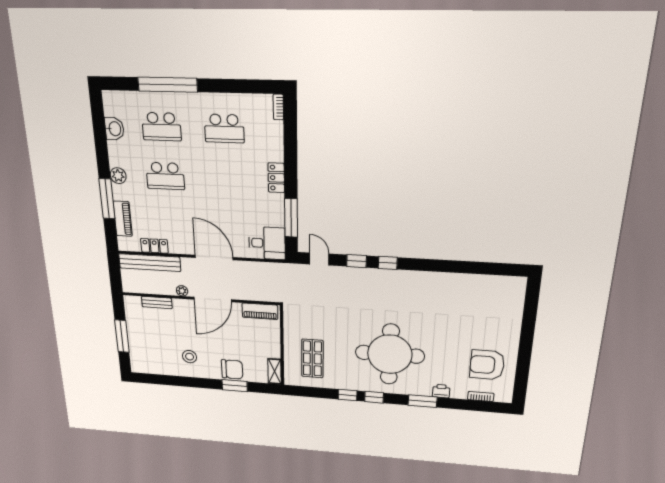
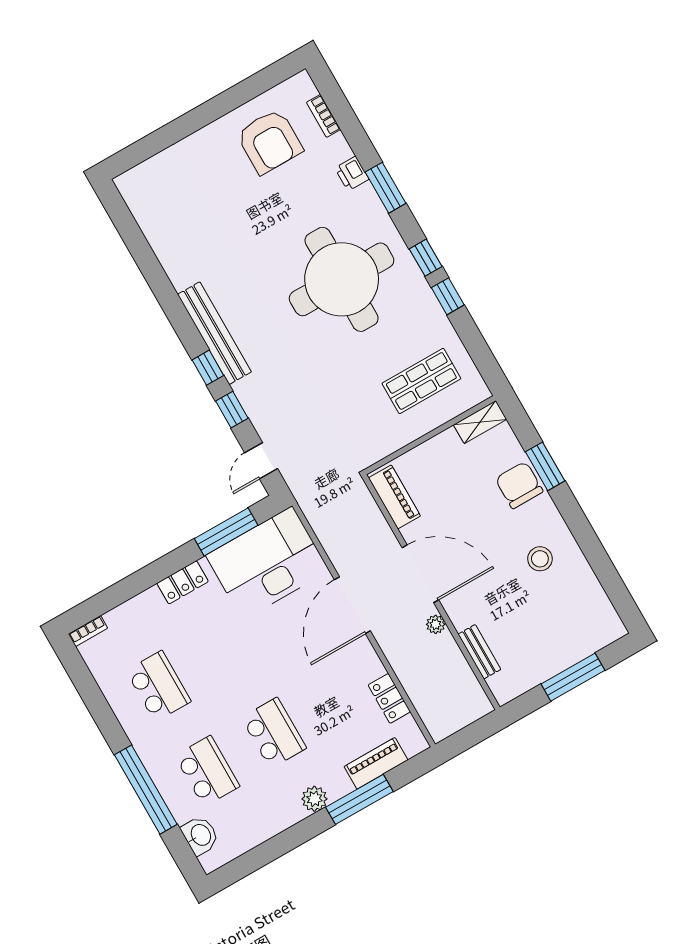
washbasin: (114, 129) -> (200, 835), moved, turned 90
desk: (267, 243) -> (267, 563), width x1.87, depth x1.30
bench: (150, 263) -> (214, 333), moved

